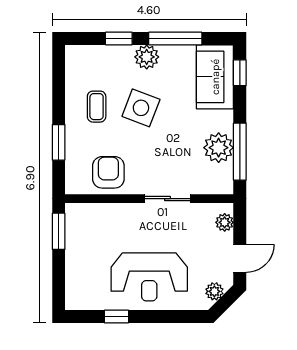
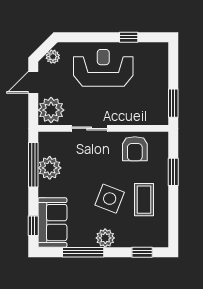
window: (119, 38) -> (142, 252), moved
coffee table: (97, 107) -> (144, 200), width x1.36, depth x1.30
plant: (225, 222) -> (51, 110), width x1.87, depth x1.87

